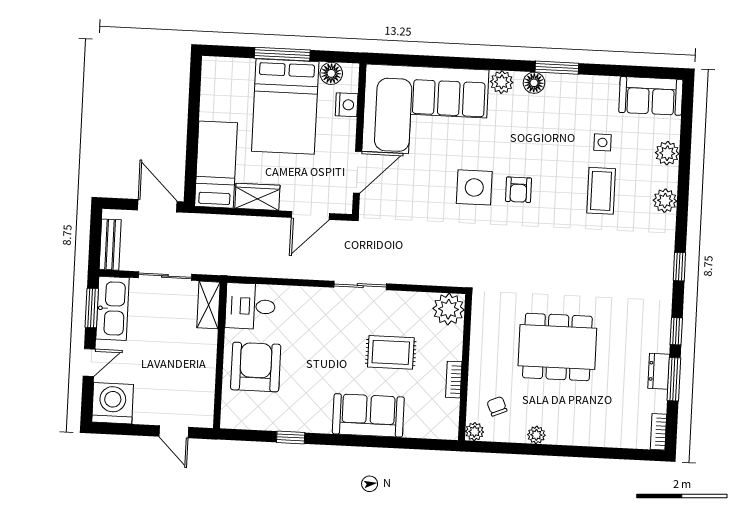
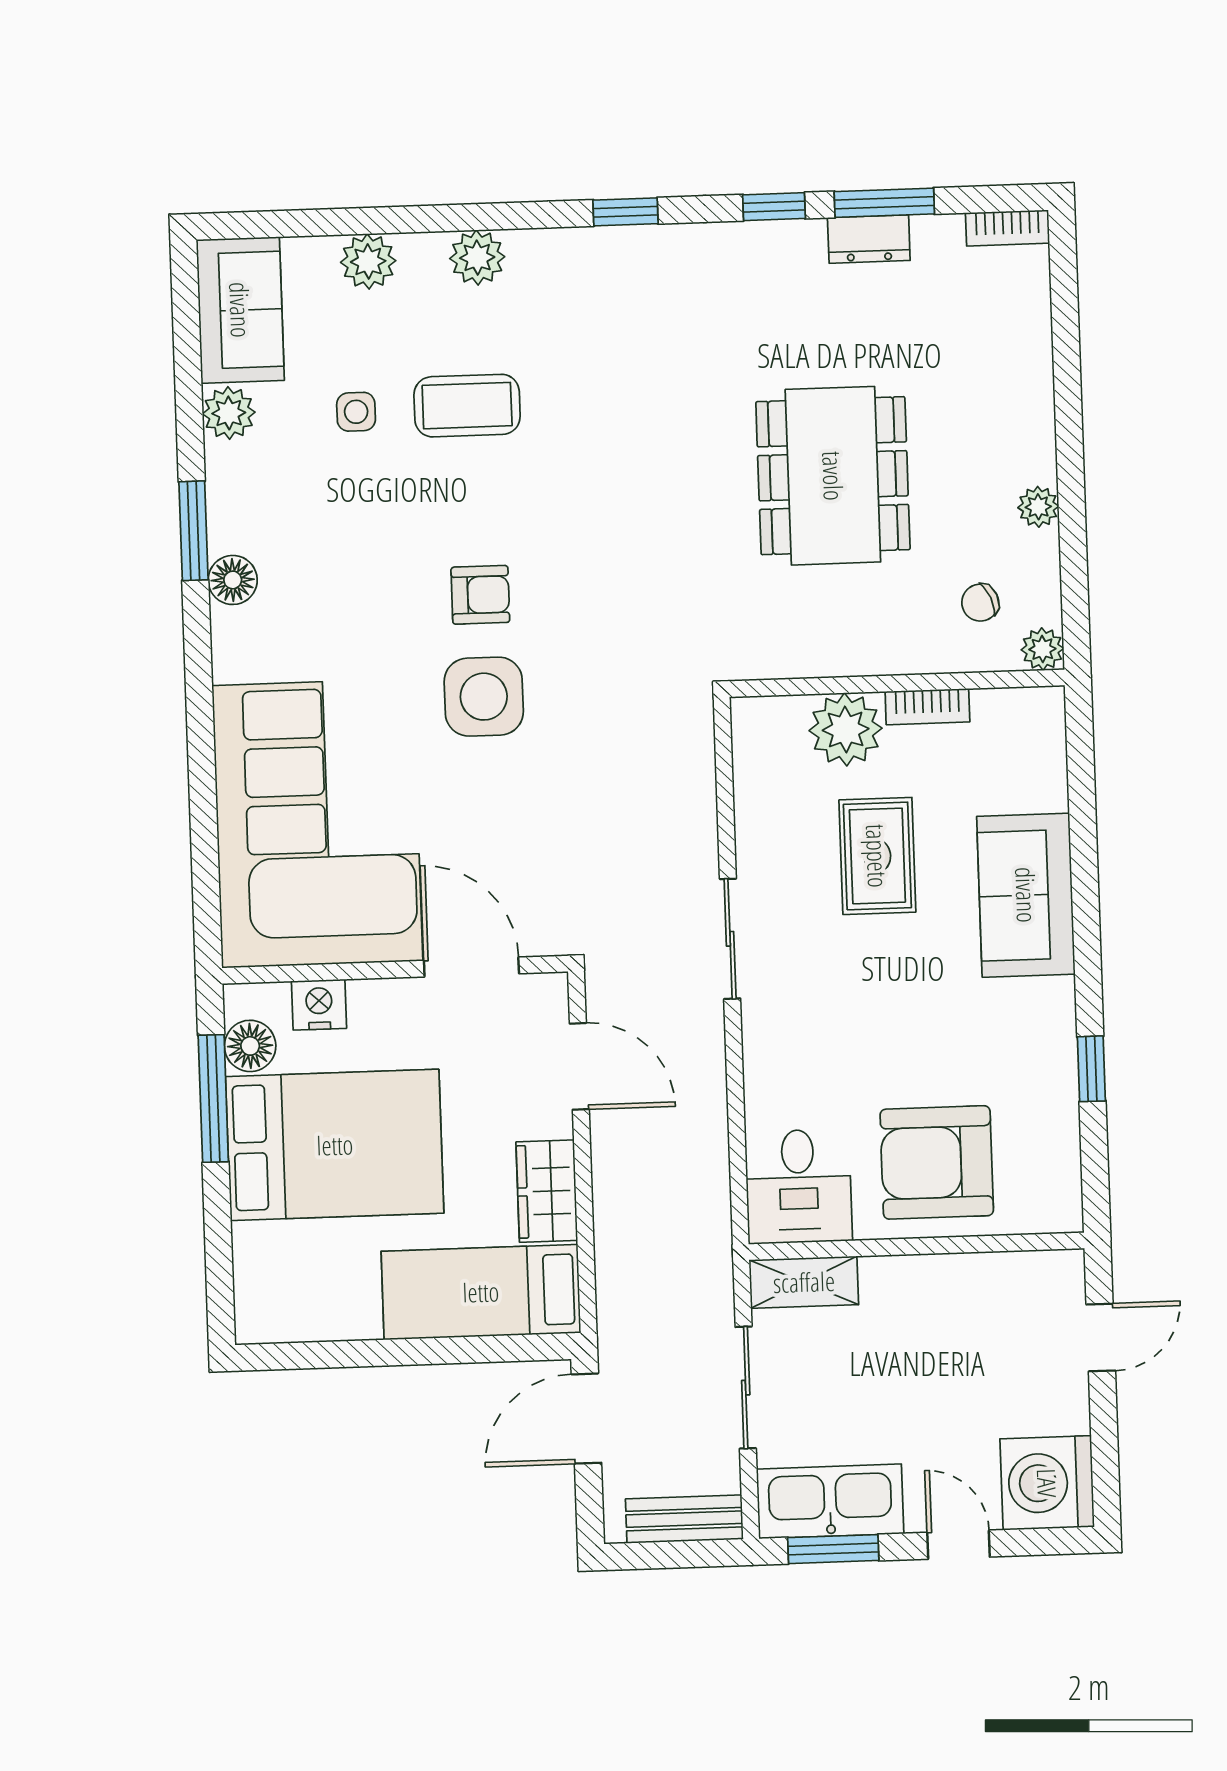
window: (282, 54) -> (213, 1099), moved
plant: (502, 82) -> (229, 413), moved
plant: (448, 309) -> (846, 729), moved

